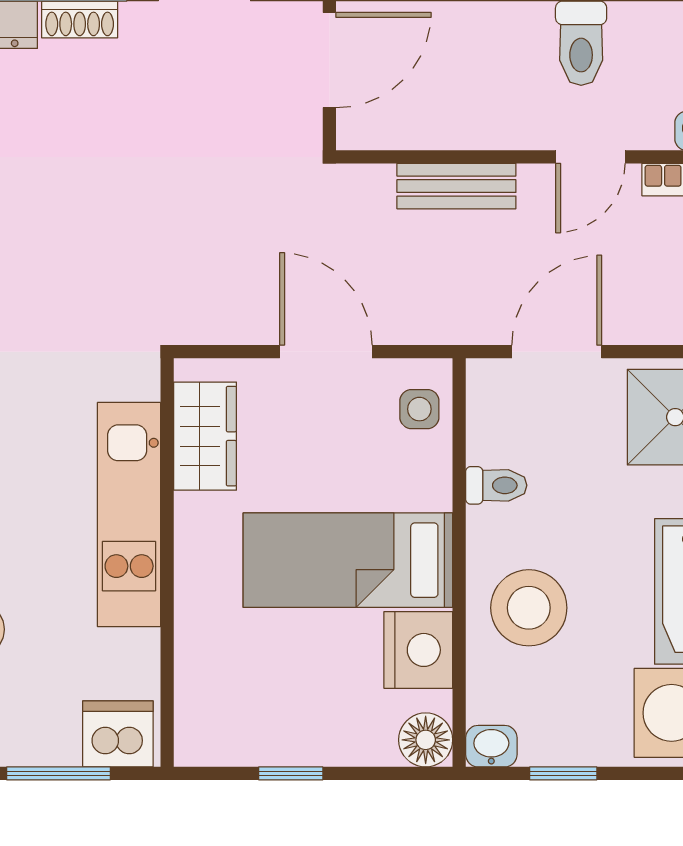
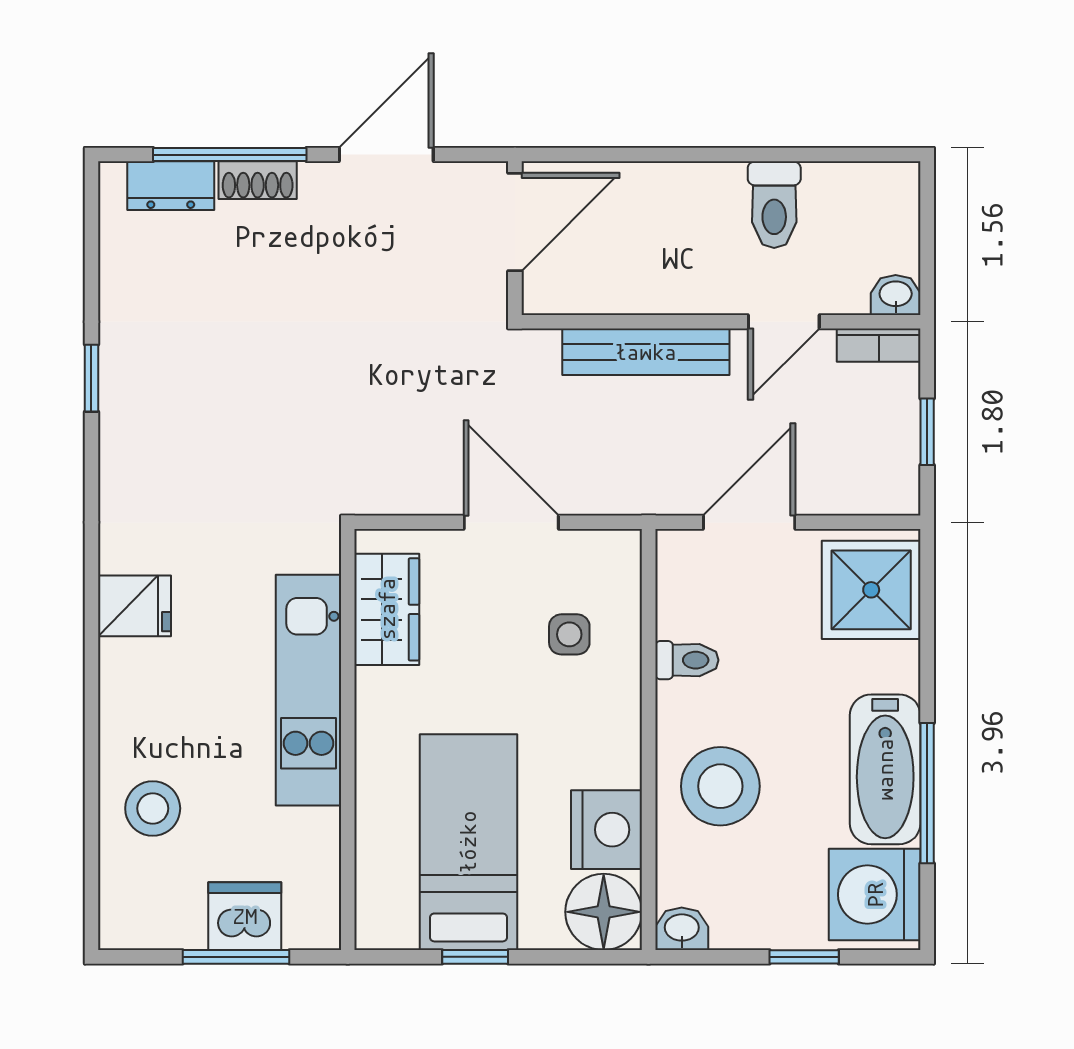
bench: (456, 186) -> (646, 352), width x1.36
side table: (419, 409) -> (569, 634), moved
bed: (348, 560) -> (468, 842), moved, turned 90
dishwasher: (118, 734) -> (245, 916), moved
floor lamp: (426, 740) -> (604, 912), width x1.38, depth x1.38
window: (563, 773) -> (804, 957), moved

